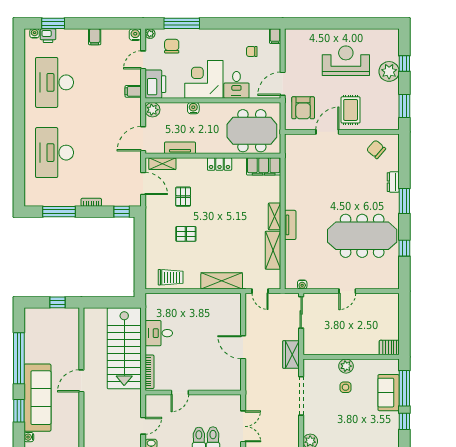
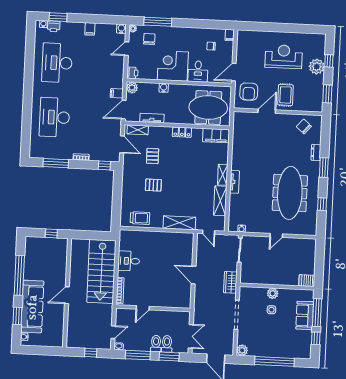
printer: (155, 84) -> (132, 73), width x0.53, depth x0.68
filing cabinet: (133, 91) -> (117, 93), moved
meeting table: (362, 236) -> (290, 193), turned 90

